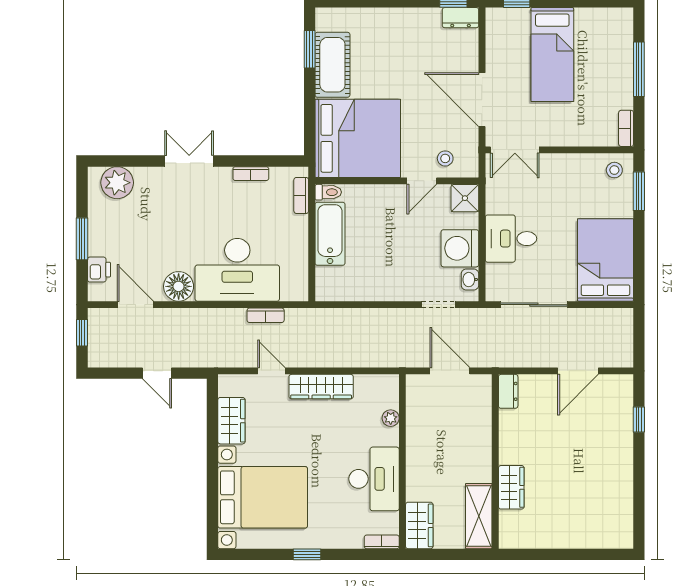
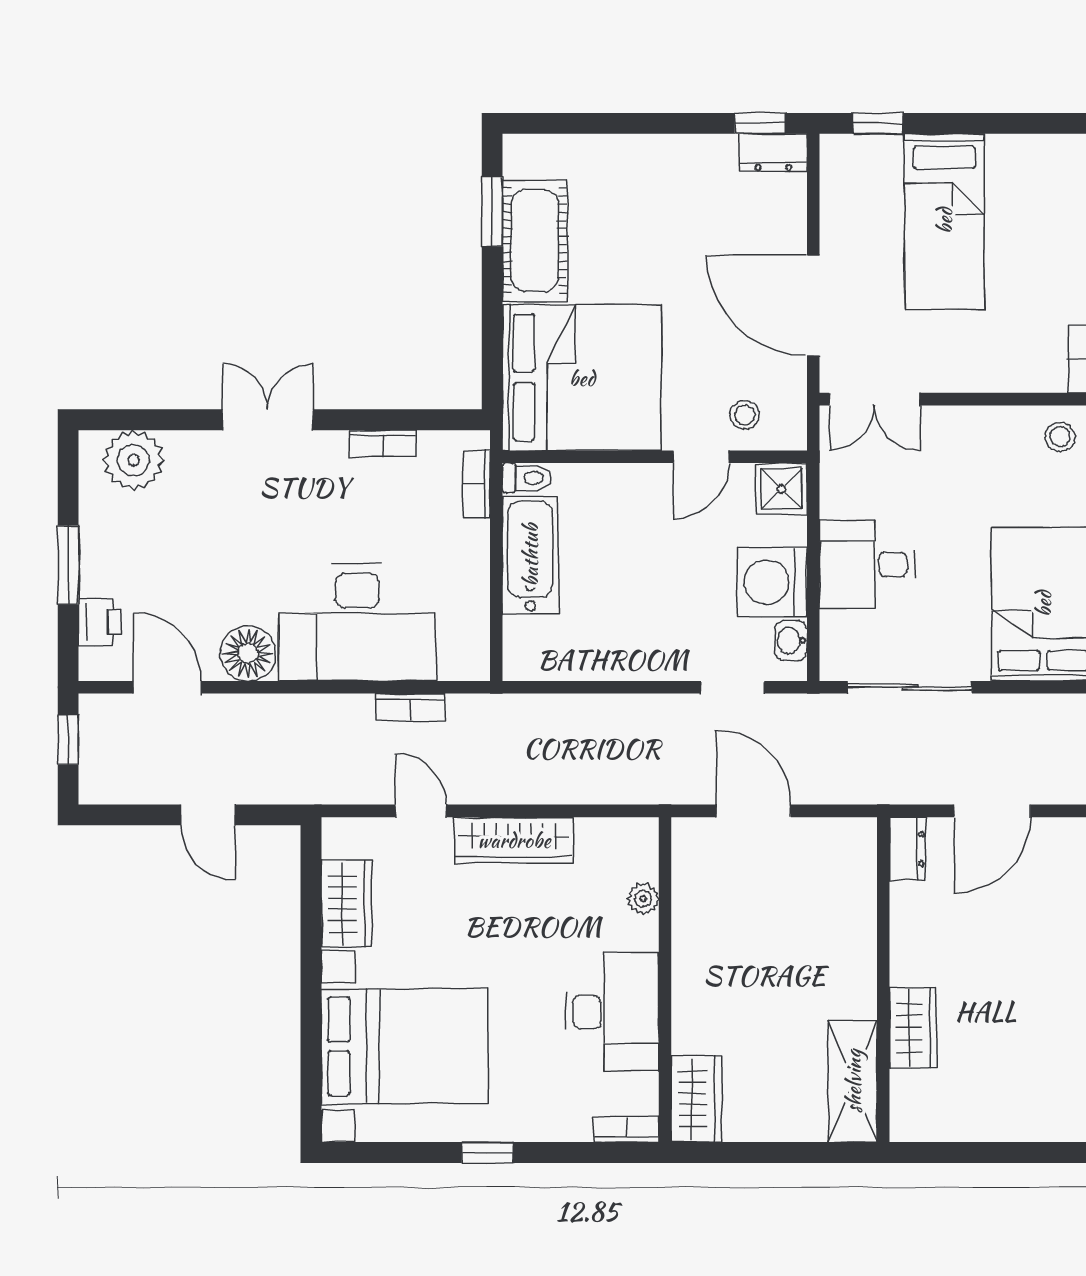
dresser: (508, 391) -> (907, 849), moved
wall: (495, 462) -> (883, 980), moved
wardrobe: (511, 487) -> (913, 1028), moved
shelving: (479, 516) -> (853, 1081), moved

